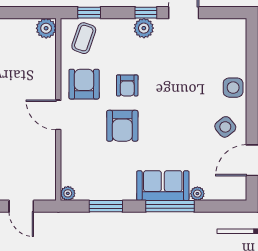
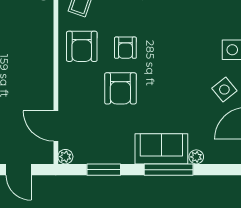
armchair: (84, 84) -> (82, 46), turned 180
door: (58, 115) -> (56, 126), moved

